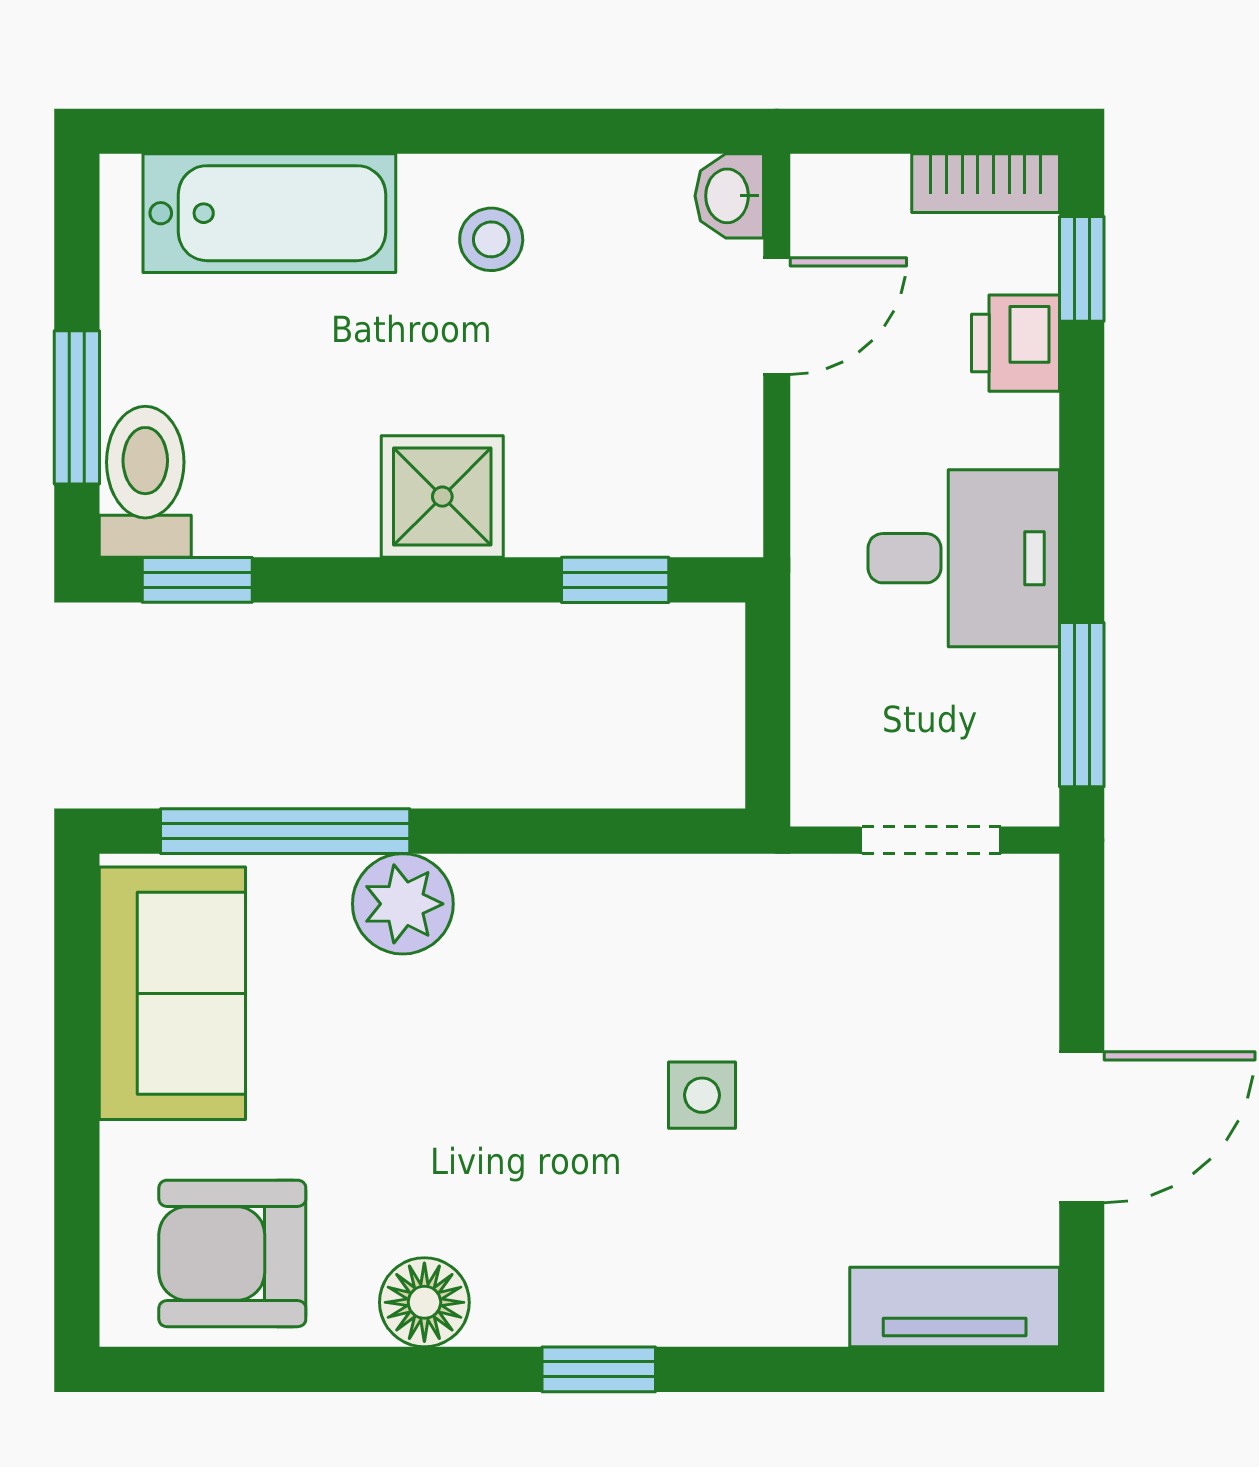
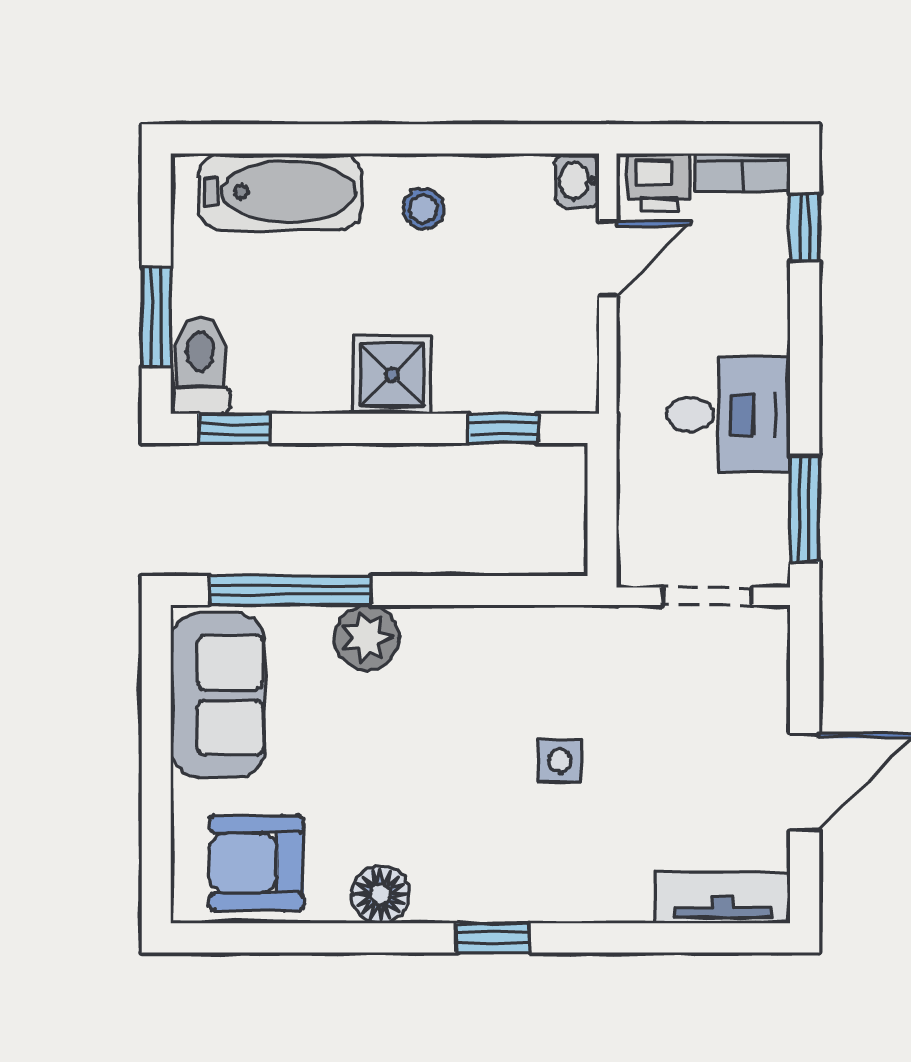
printer: (1015, 343) -> (659, 182), moved, turned -90

